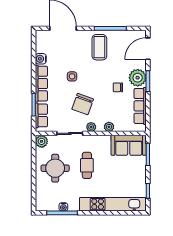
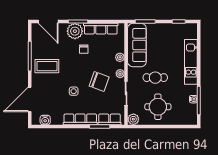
water cooler: (41, 59) -> (45, 120), moved
sofa: (129, 145) -> (137, 45), width x1.36
kitchen unit: (113, 204) -> (191, 62), width x0.73

